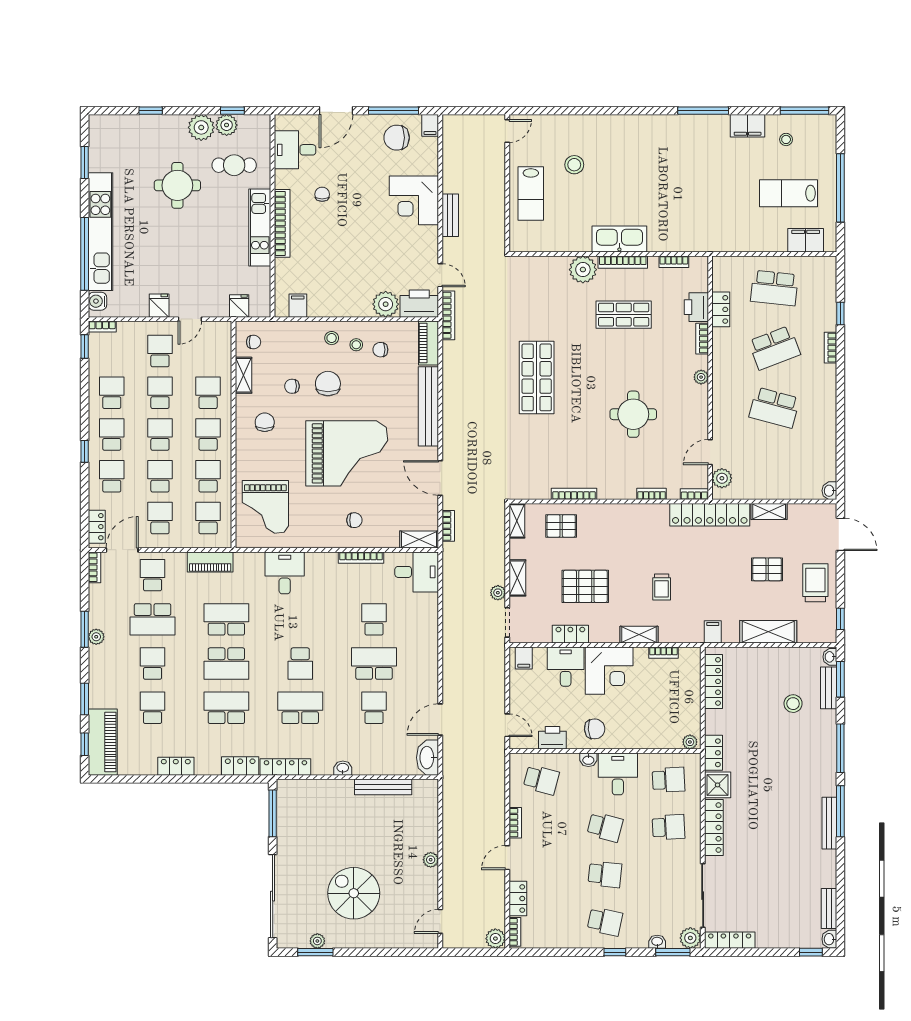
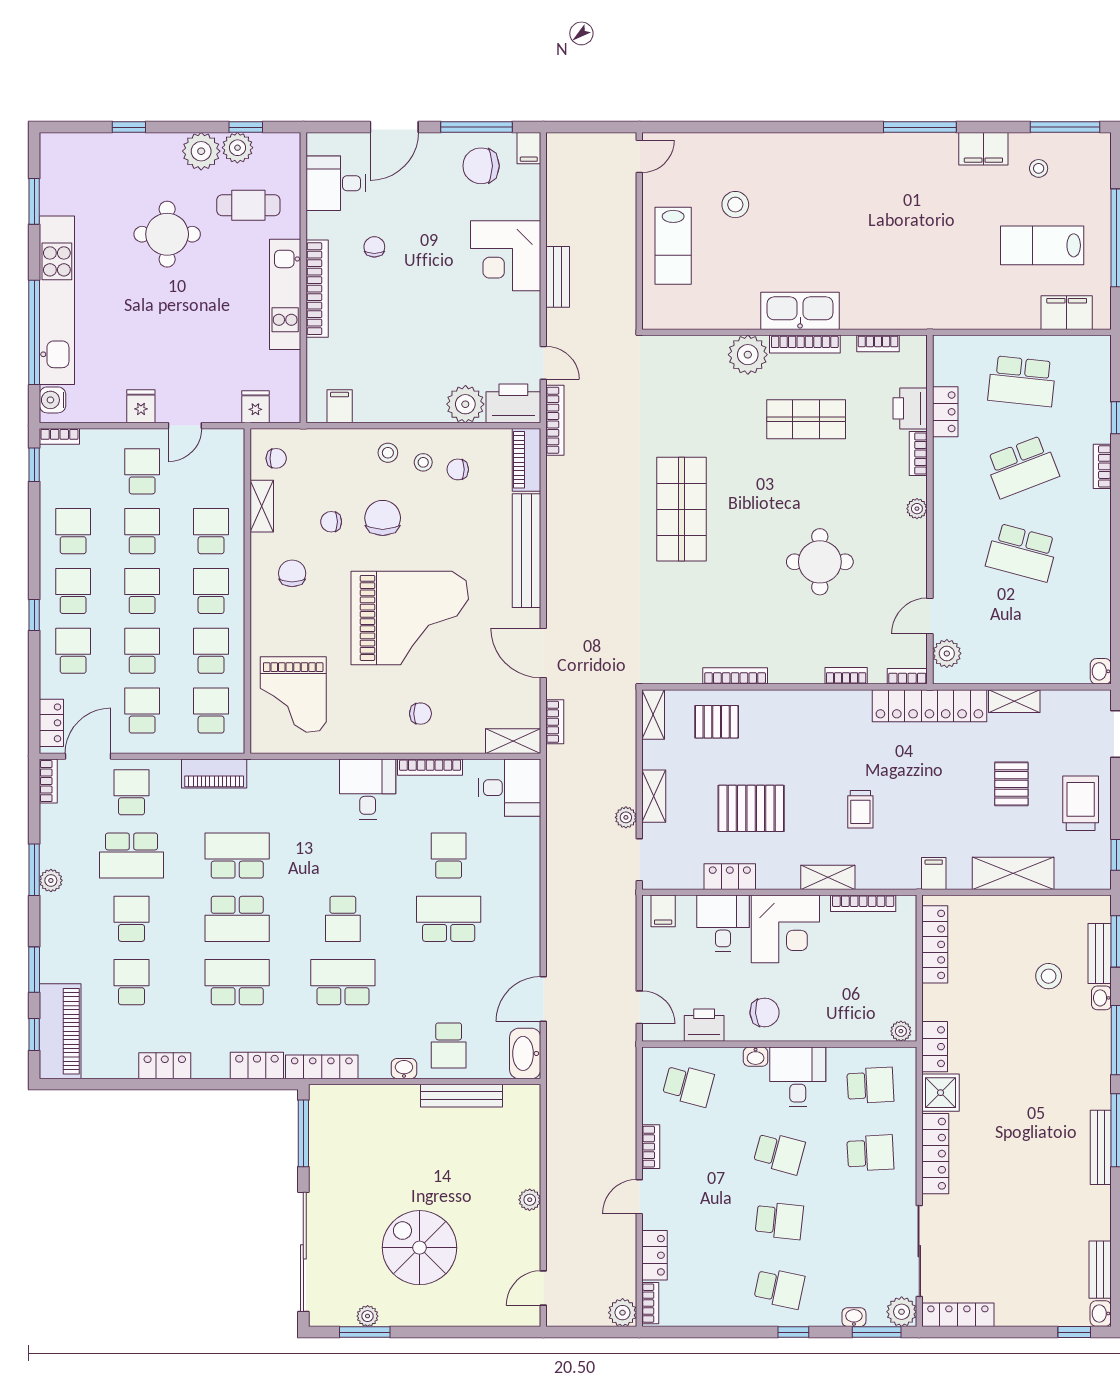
pallet: (767, 569) -> (1011, 784), turned 90
desk: (285, 573) -> (368, 789), moved
bookcase: (663, 653) -> (863, 903), width x1.56
washbasin: (830, 657) -> (1101, 998), moved
school desk: (374, 708) -> (449, 1045), moved, turned 180

